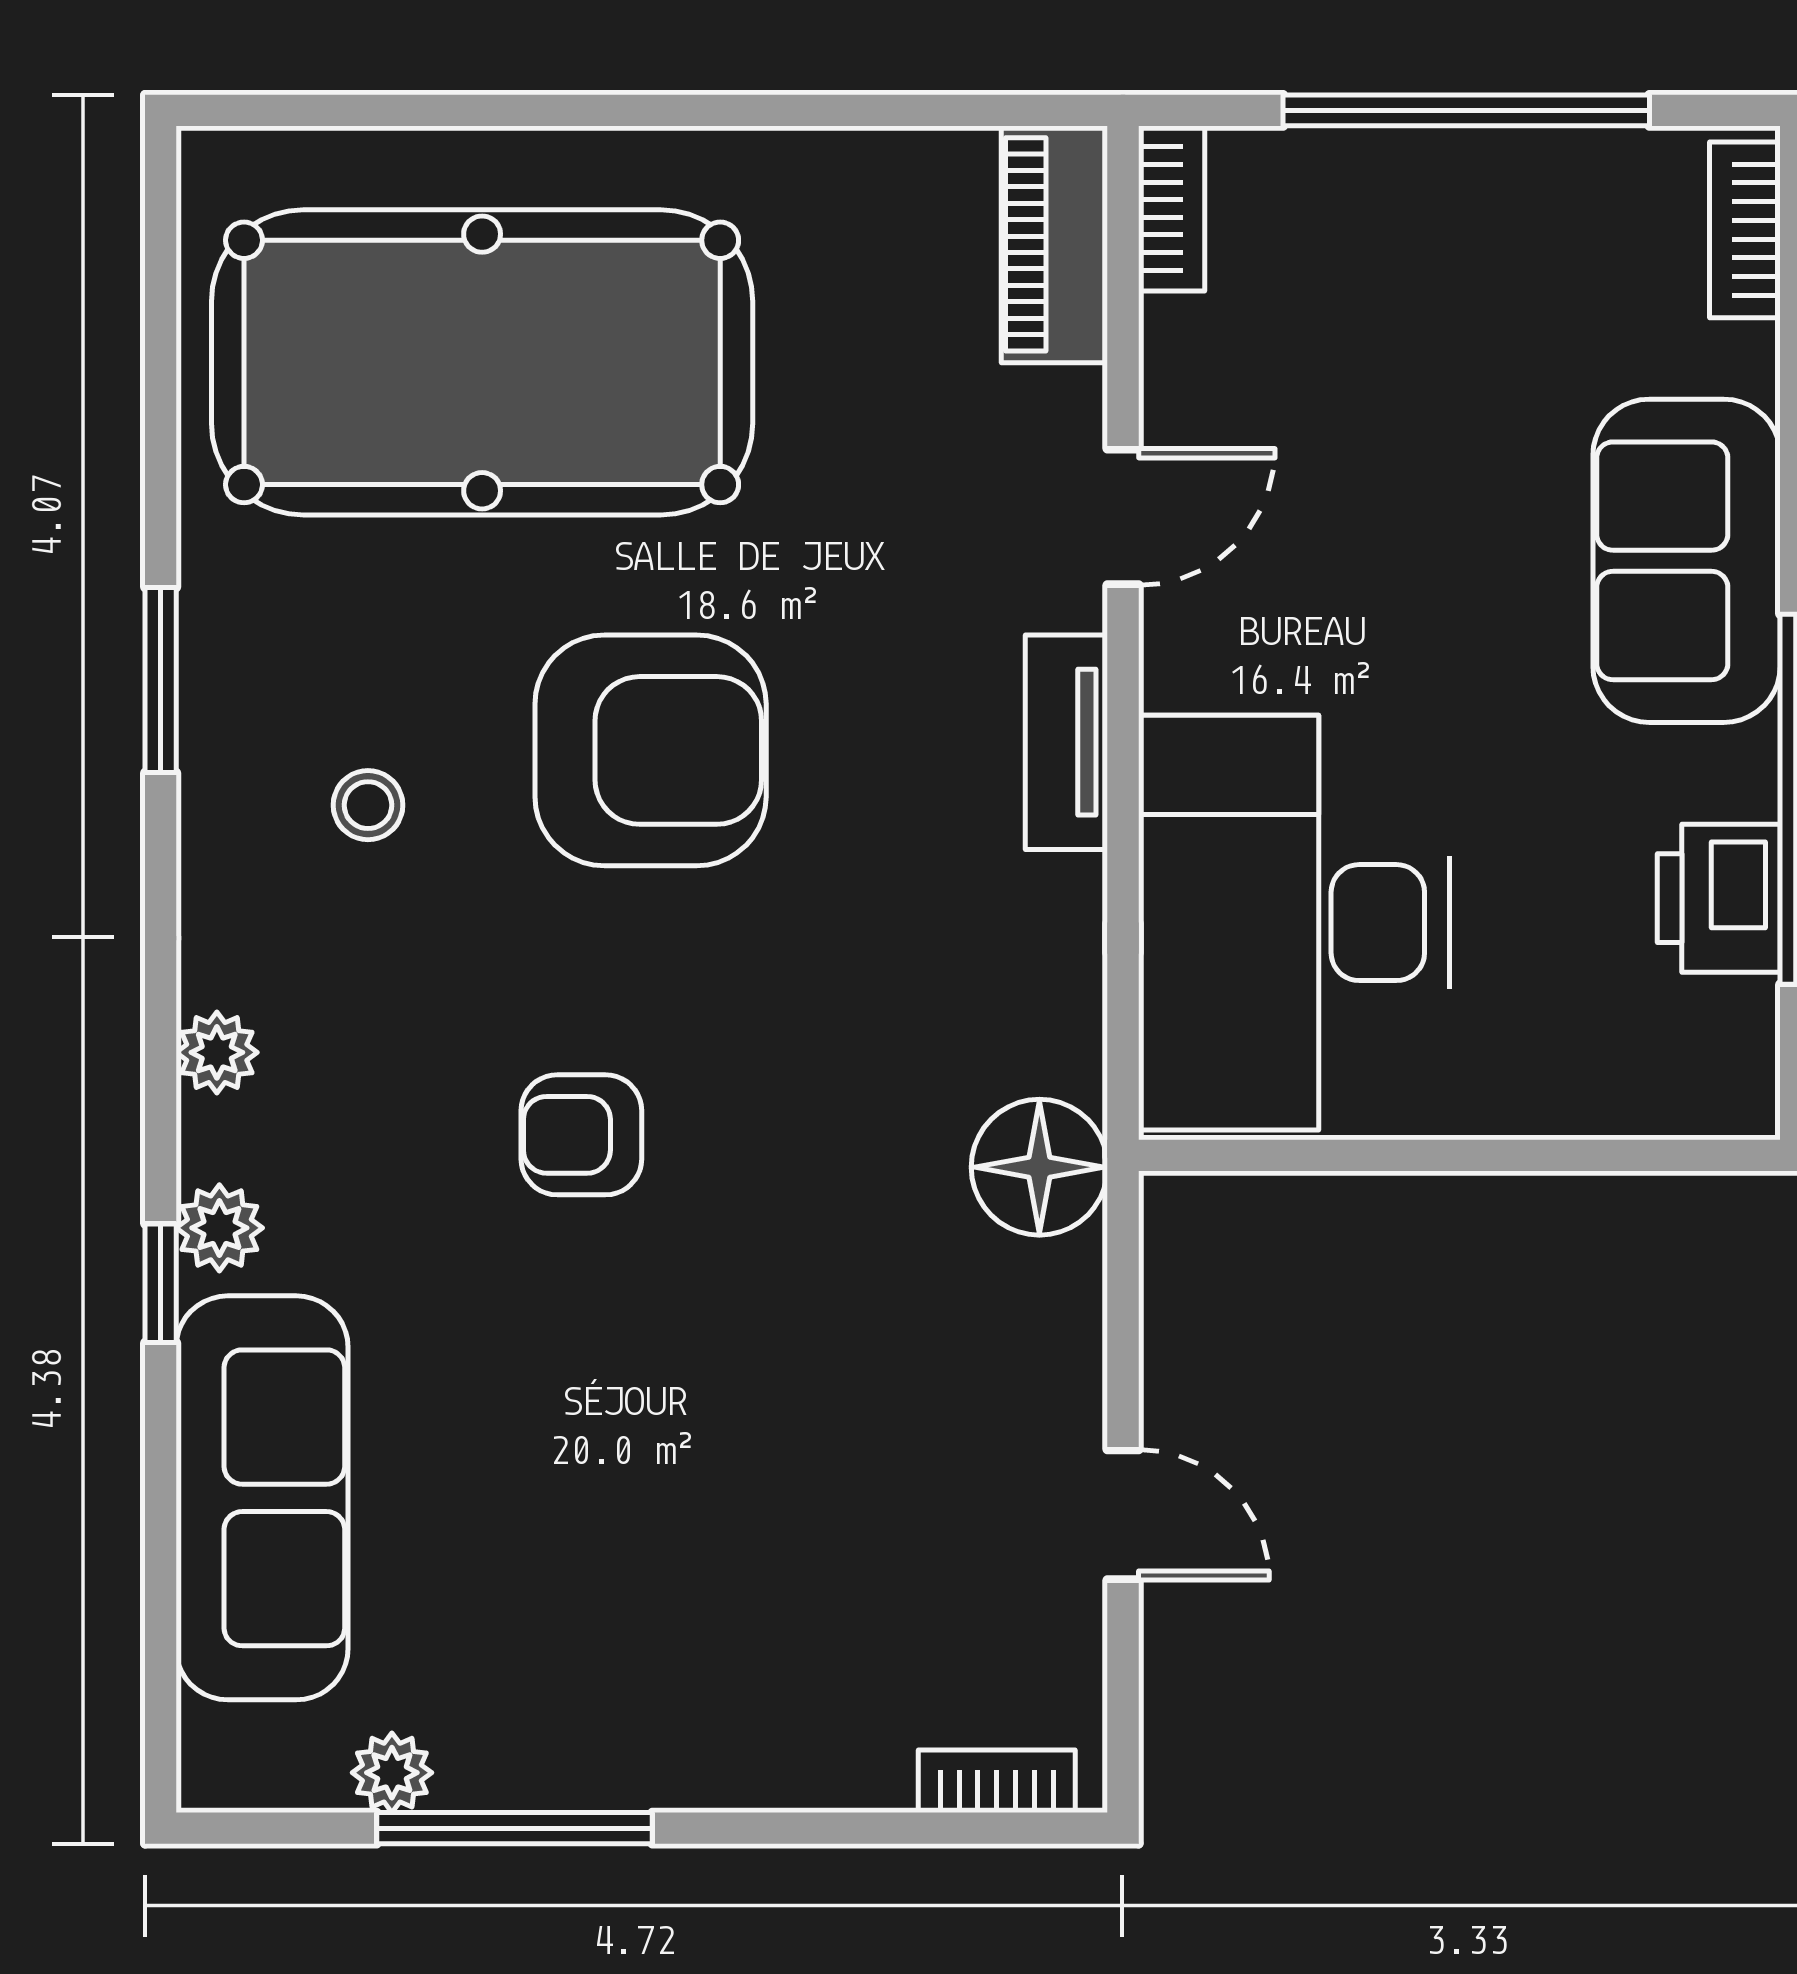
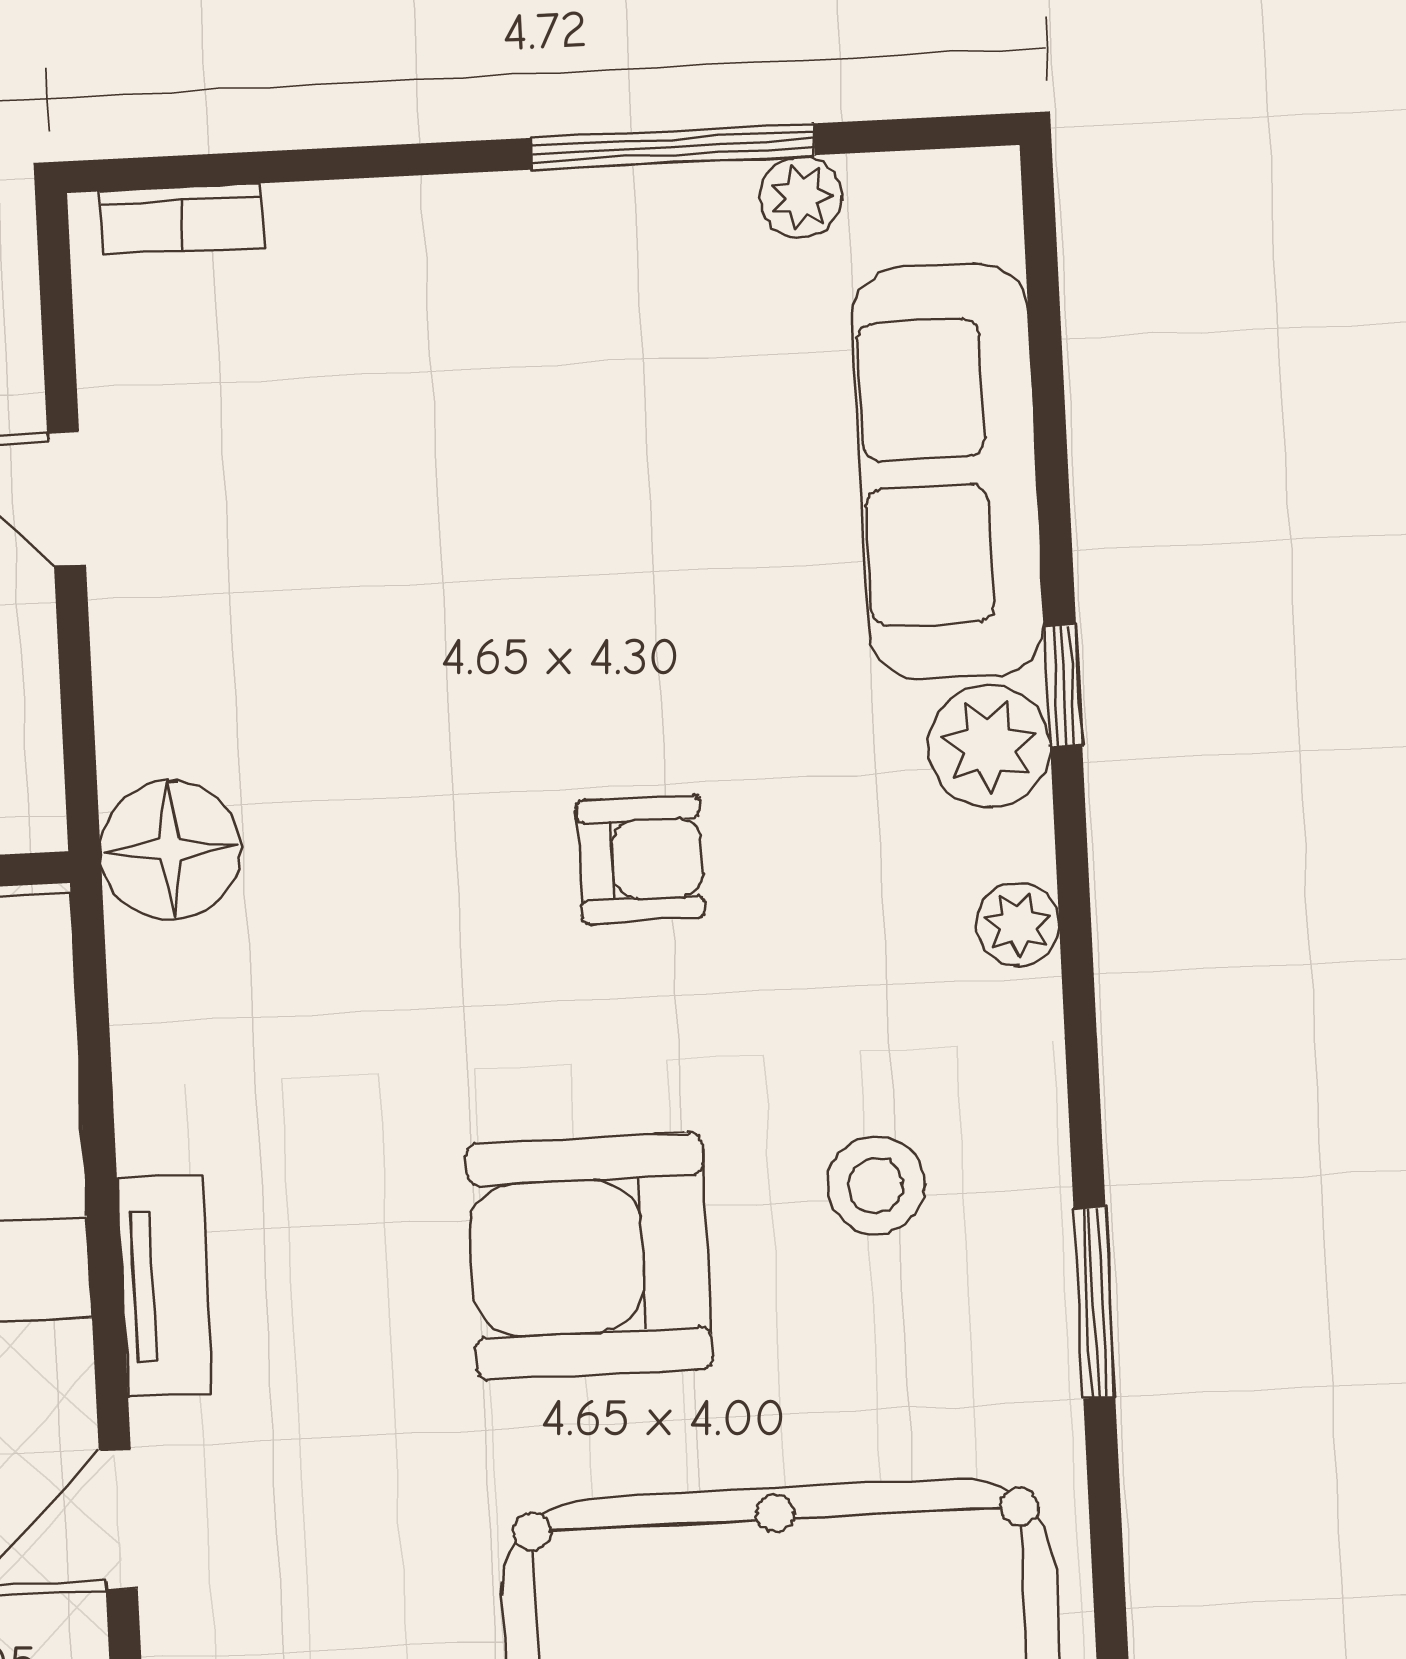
stool: (368, 805) -> (876, 1185), width x1.37, depth x1.37
plant: (219, 1228) -> (989, 746), width x1.38, depth x1.38

